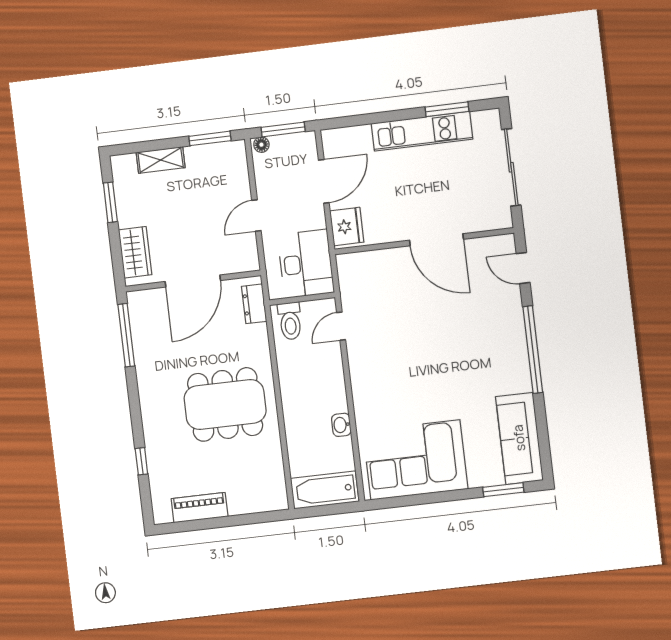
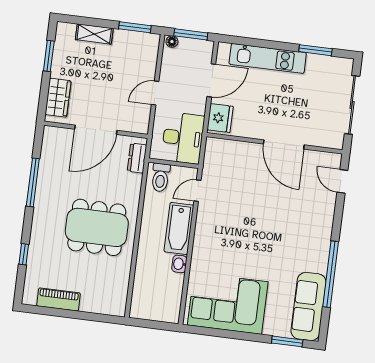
kitchen unit: (422, 131) -> (268, 58), moved
window: (126, 335) -> (33, 182), moved
window: (533, 350) -> (331, 274), moved
bathtub: (325, 490) -> (179, 228), moved, turned -90

